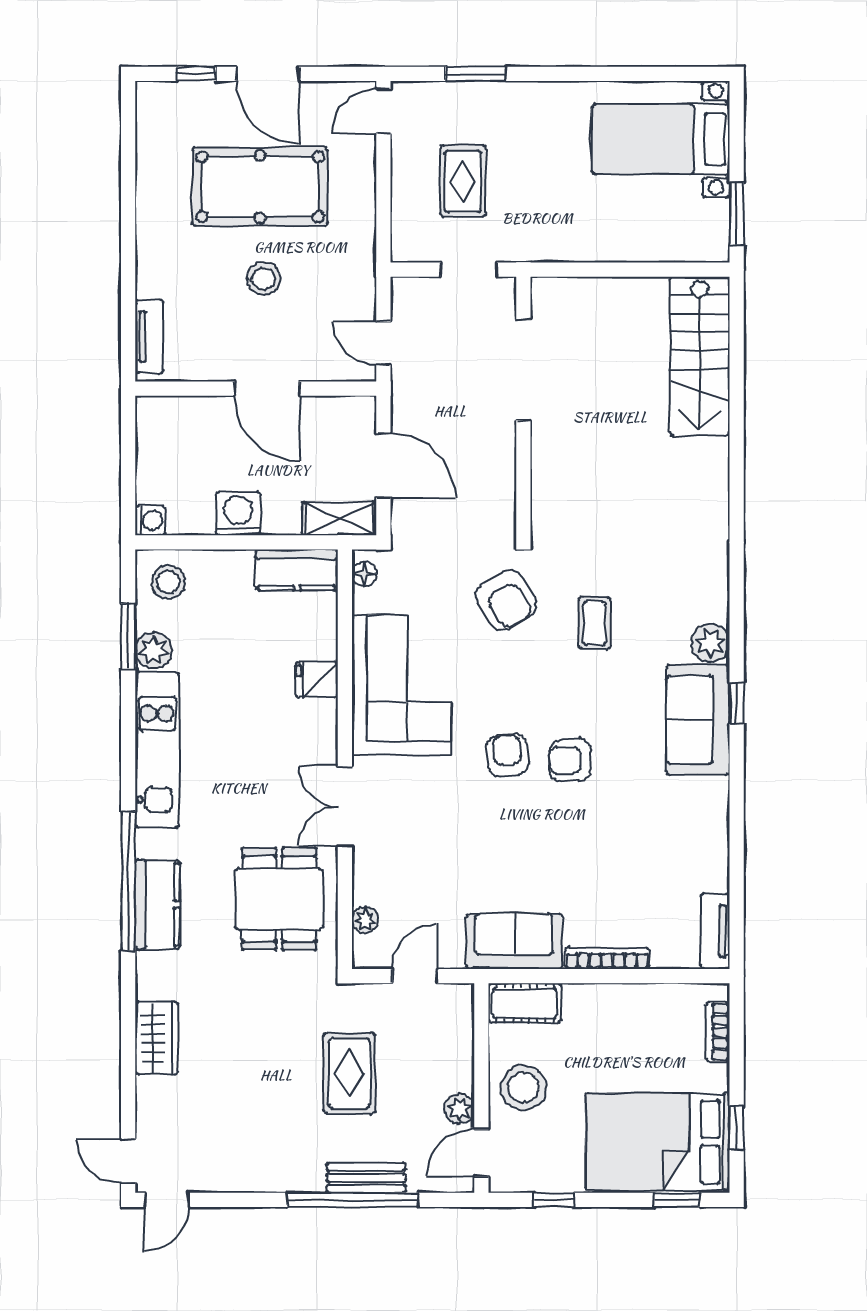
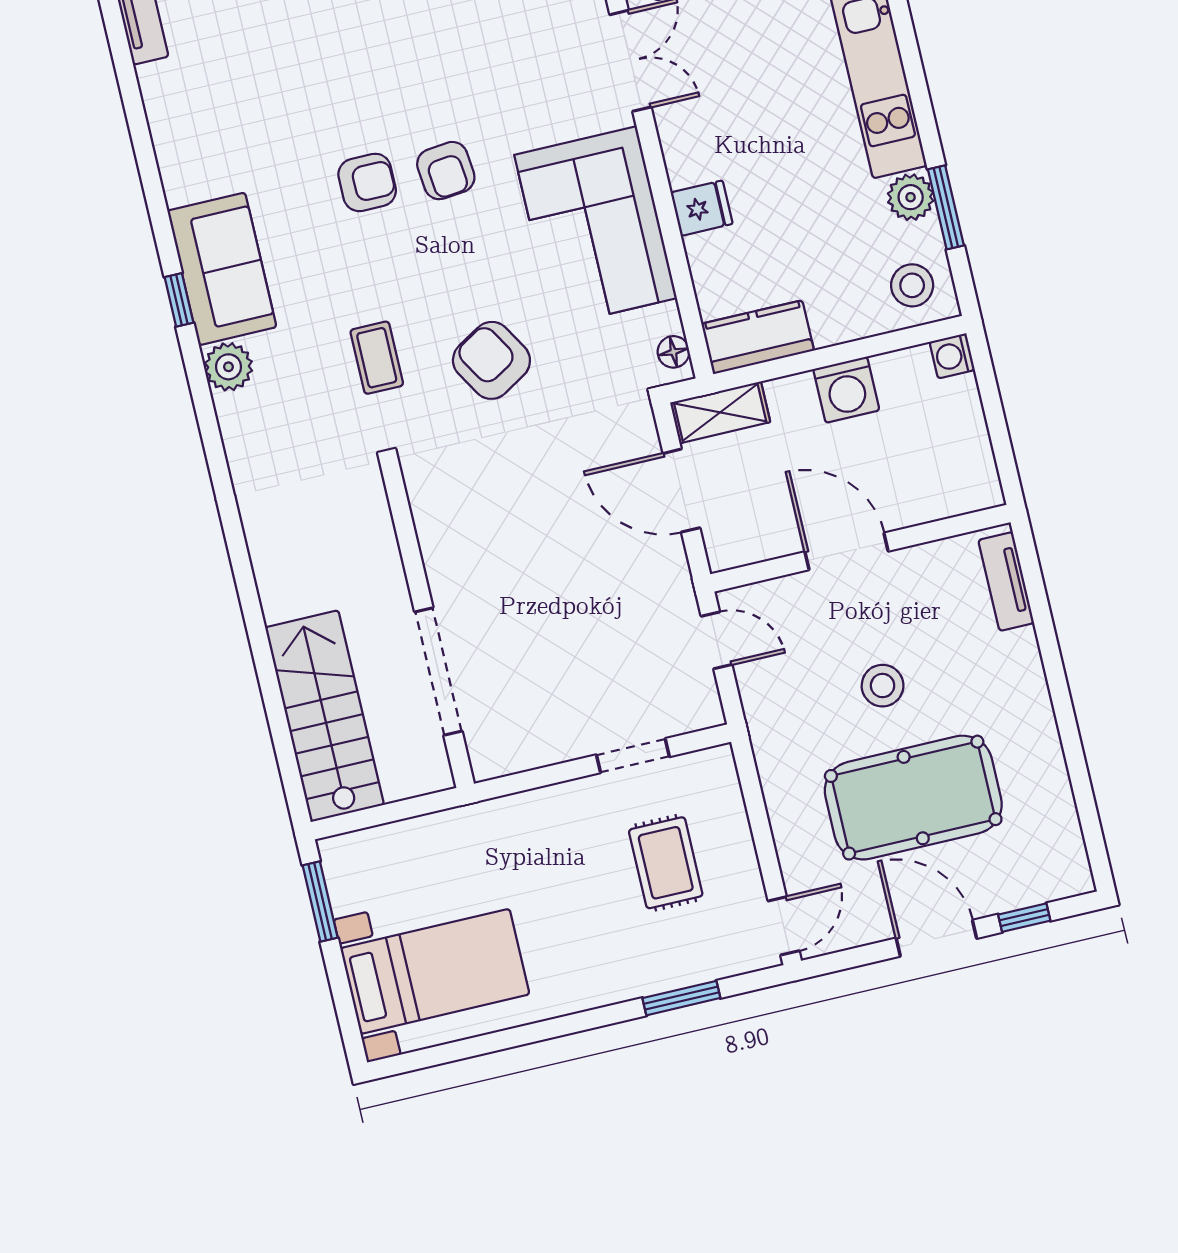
doorway: (523, 370) -> (438, 672), moved
wall: (523, 406) -> (428, 627), moved

